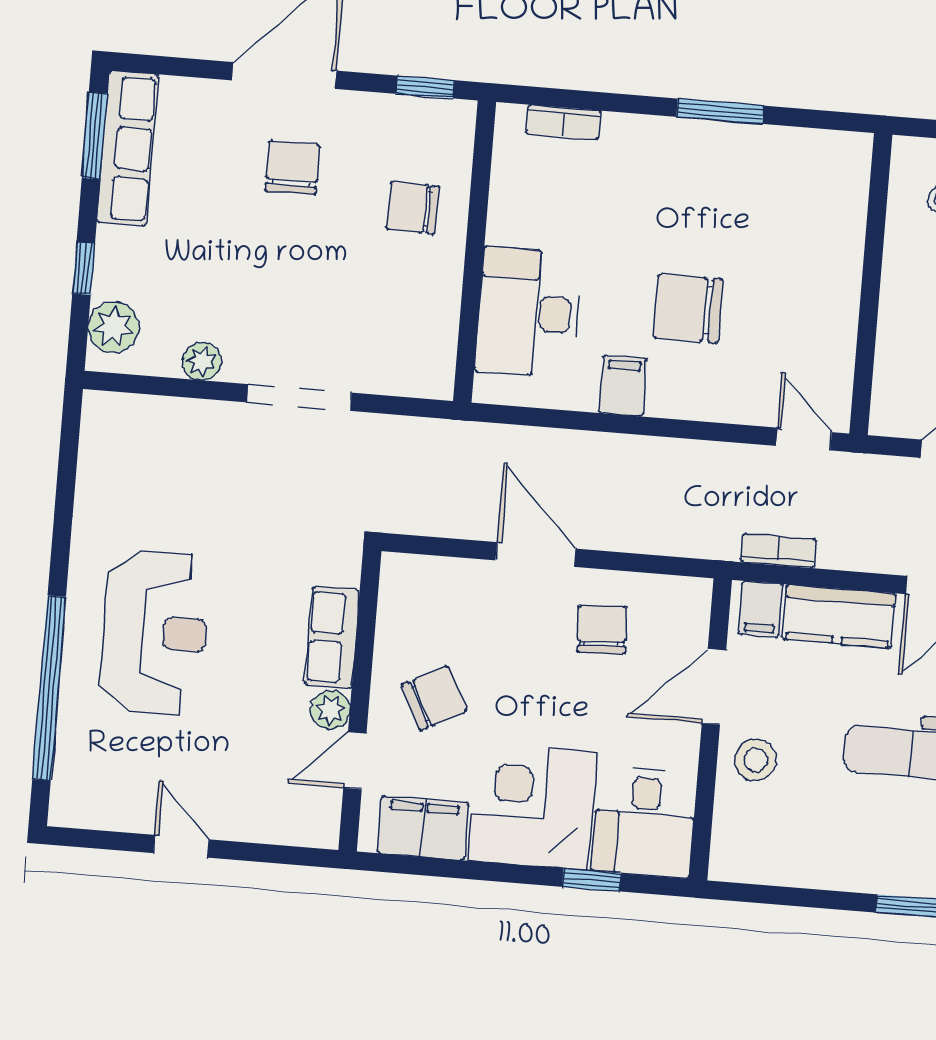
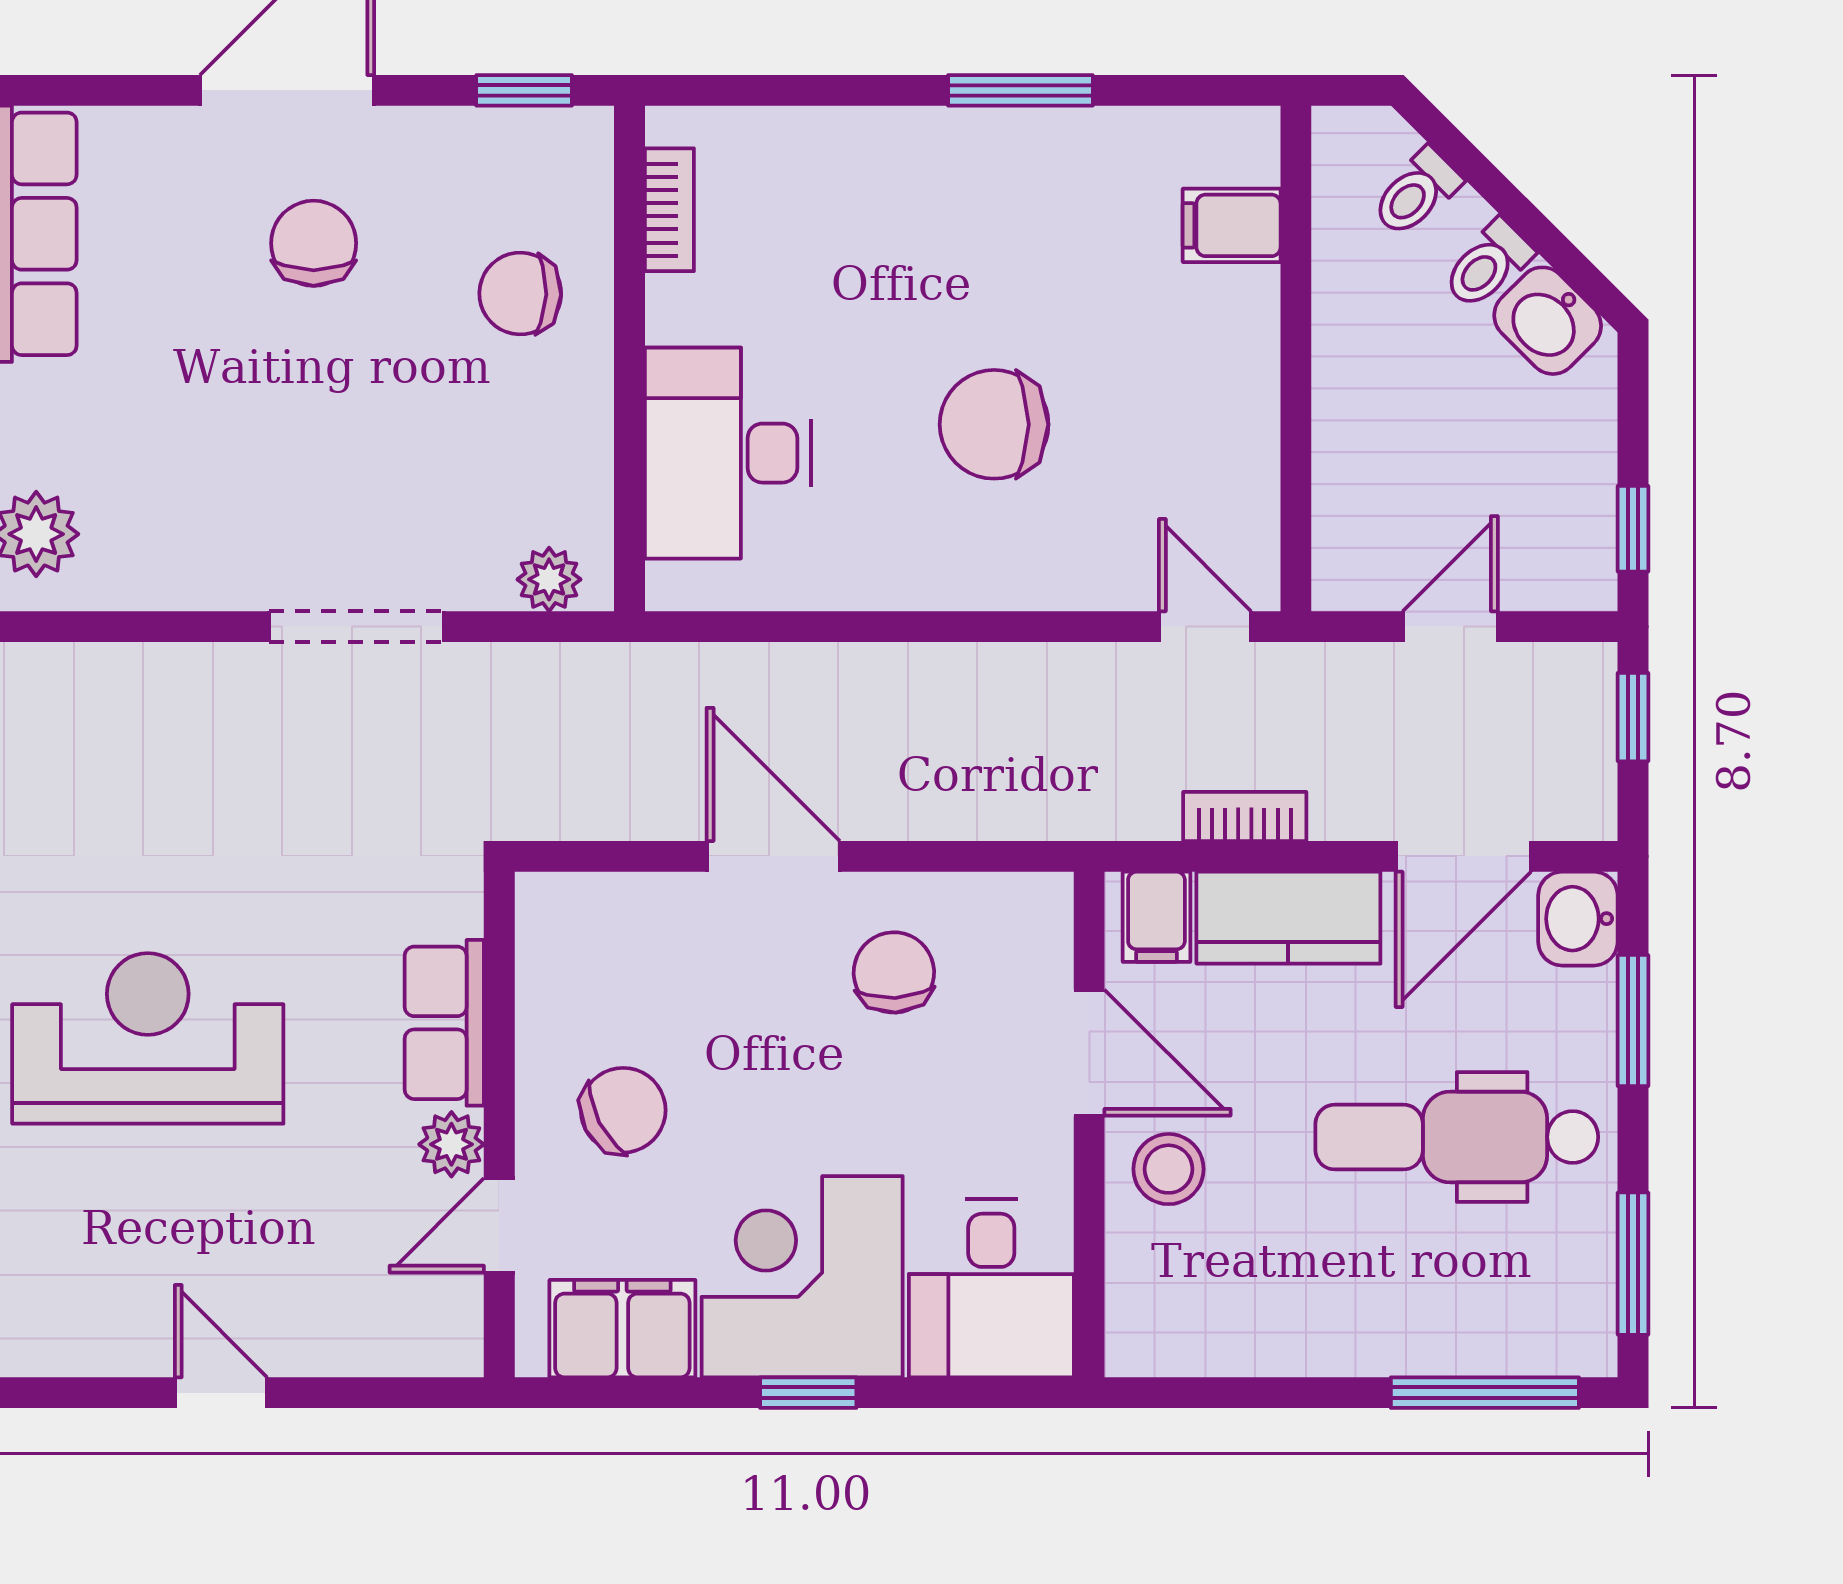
bookcase: (563, 122) -> (669, 210), moved, turned -90
plant: (202, 361) -> (549, 579), moved
filing cabinet: (623, 386) -> (1232, 225), moved, turned -90
bookcase: (778, 551) -> (1245, 816), moved
reception desk: (155, 632) -> (148, 1038), turned -90
door: (714, 687) -> (1089, 1053), swing flipped
window: (592, 880) -> (808, 1393), moved

